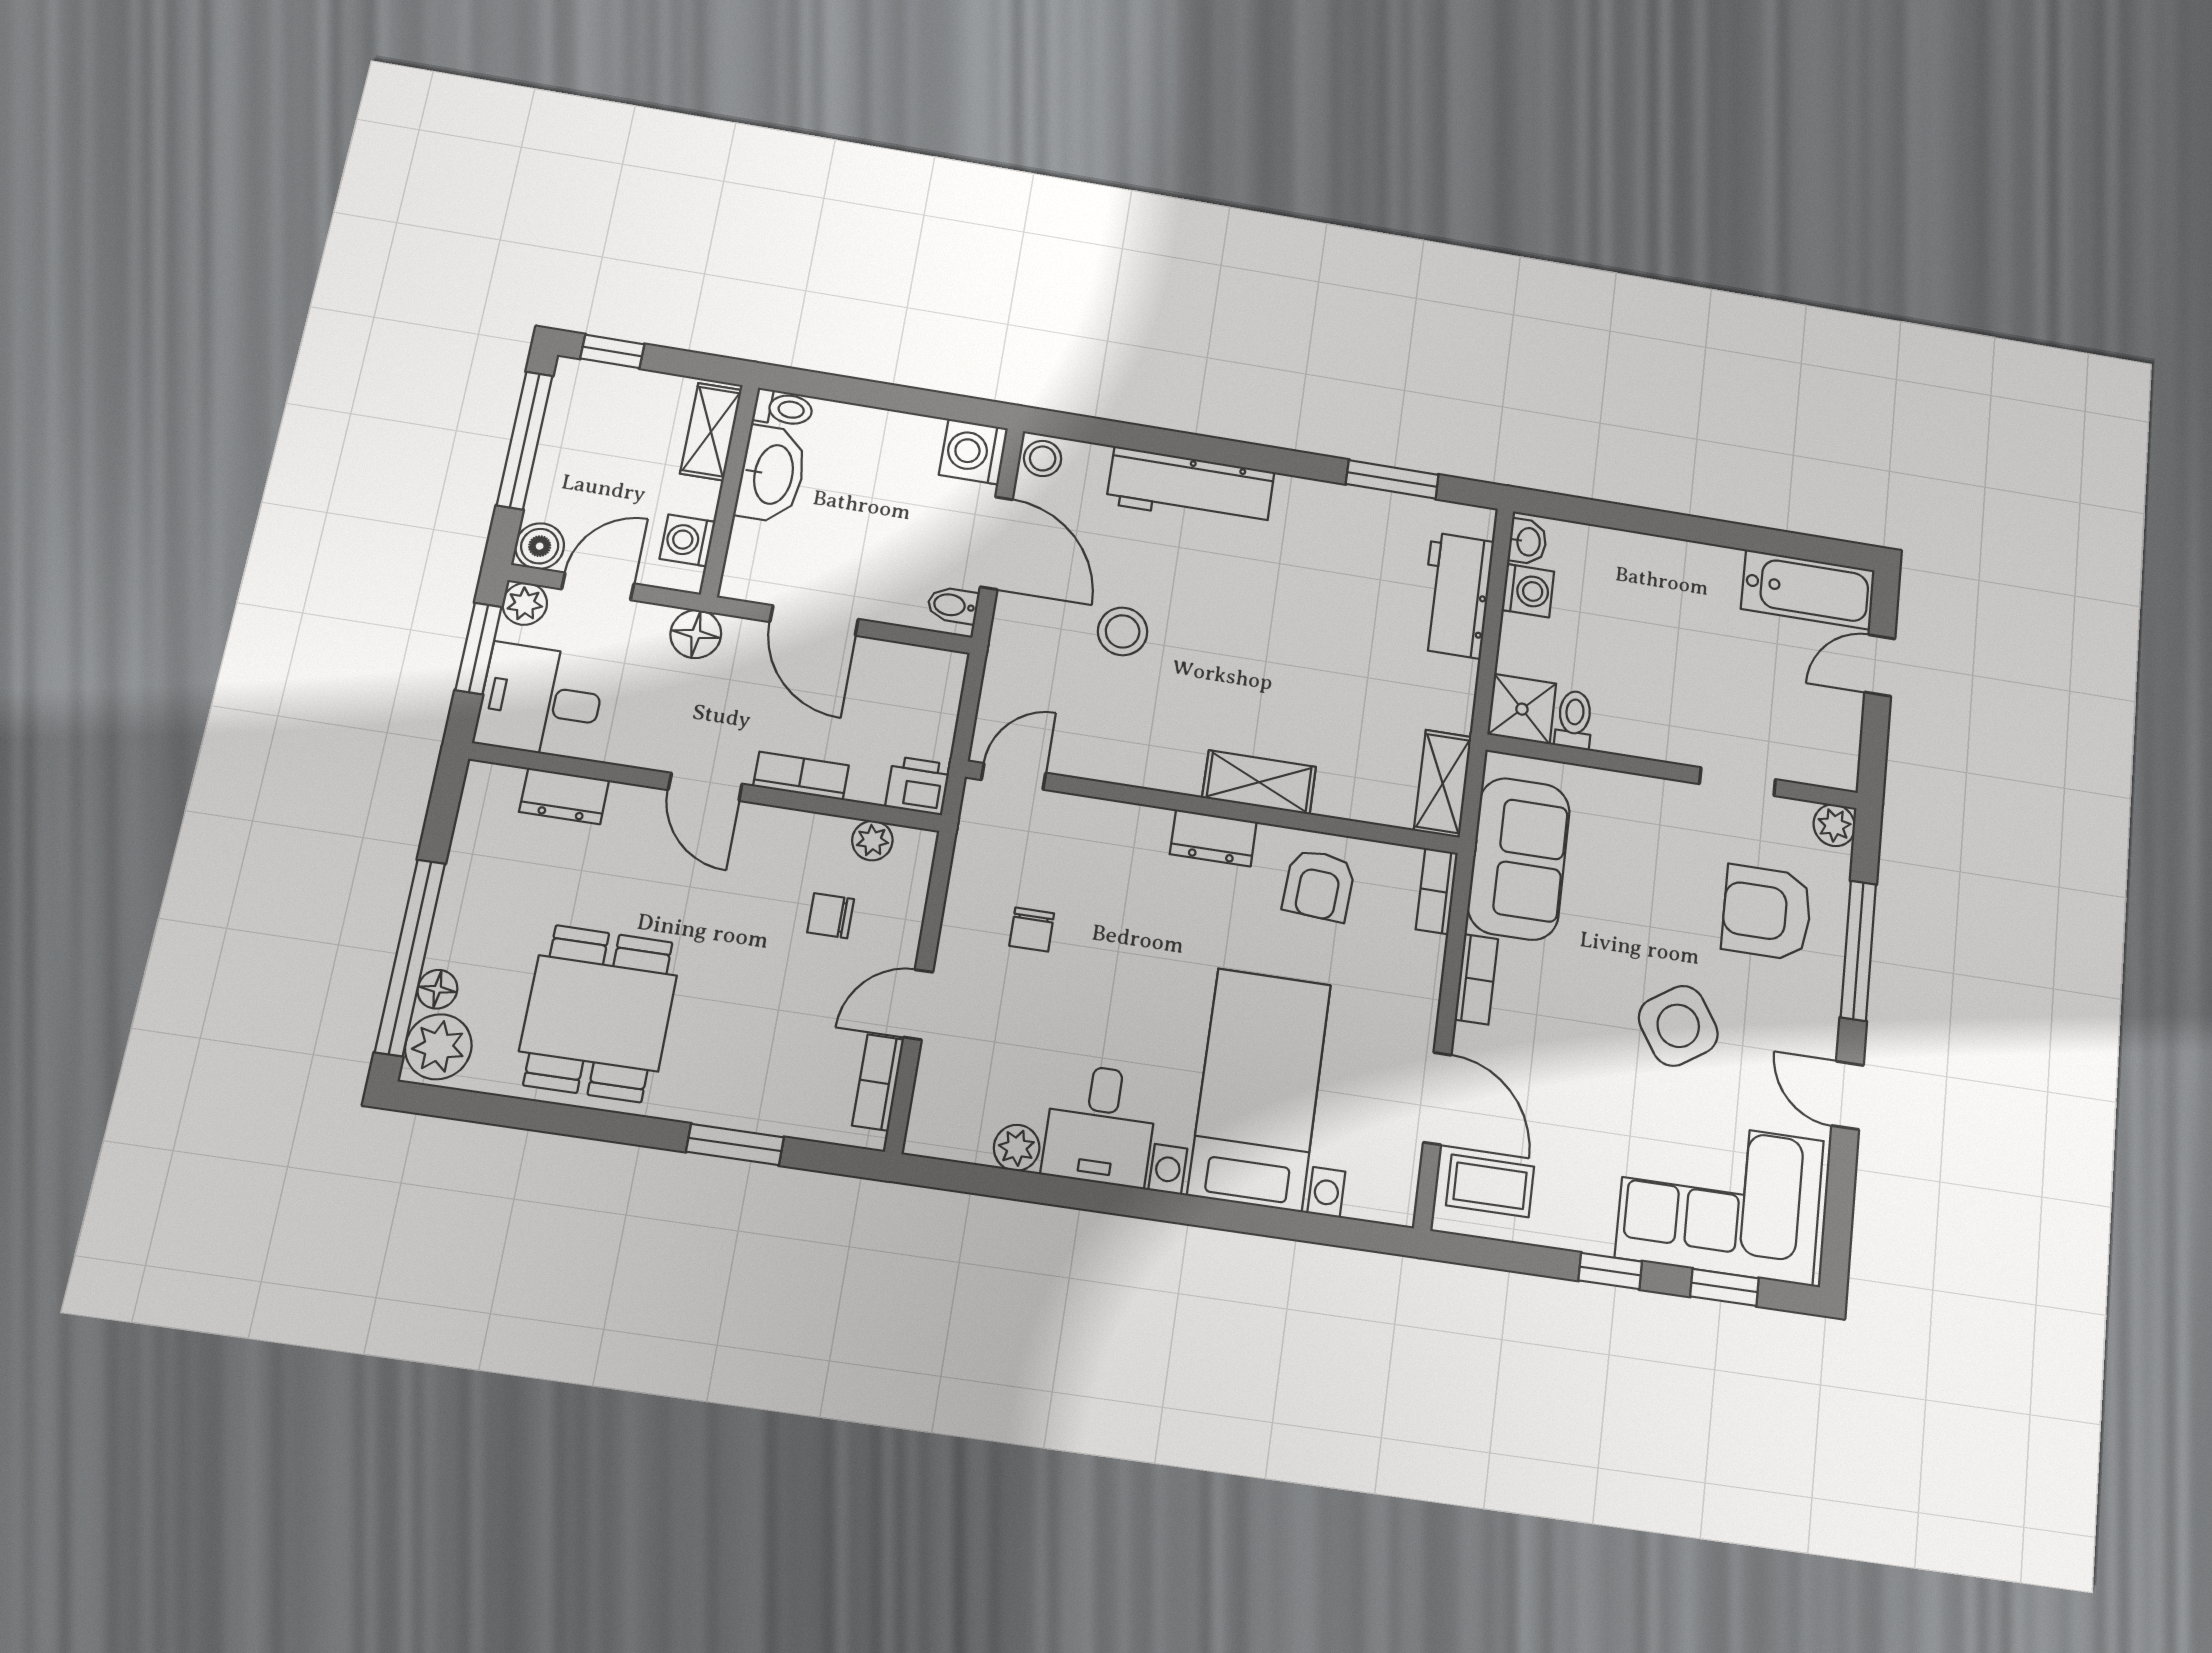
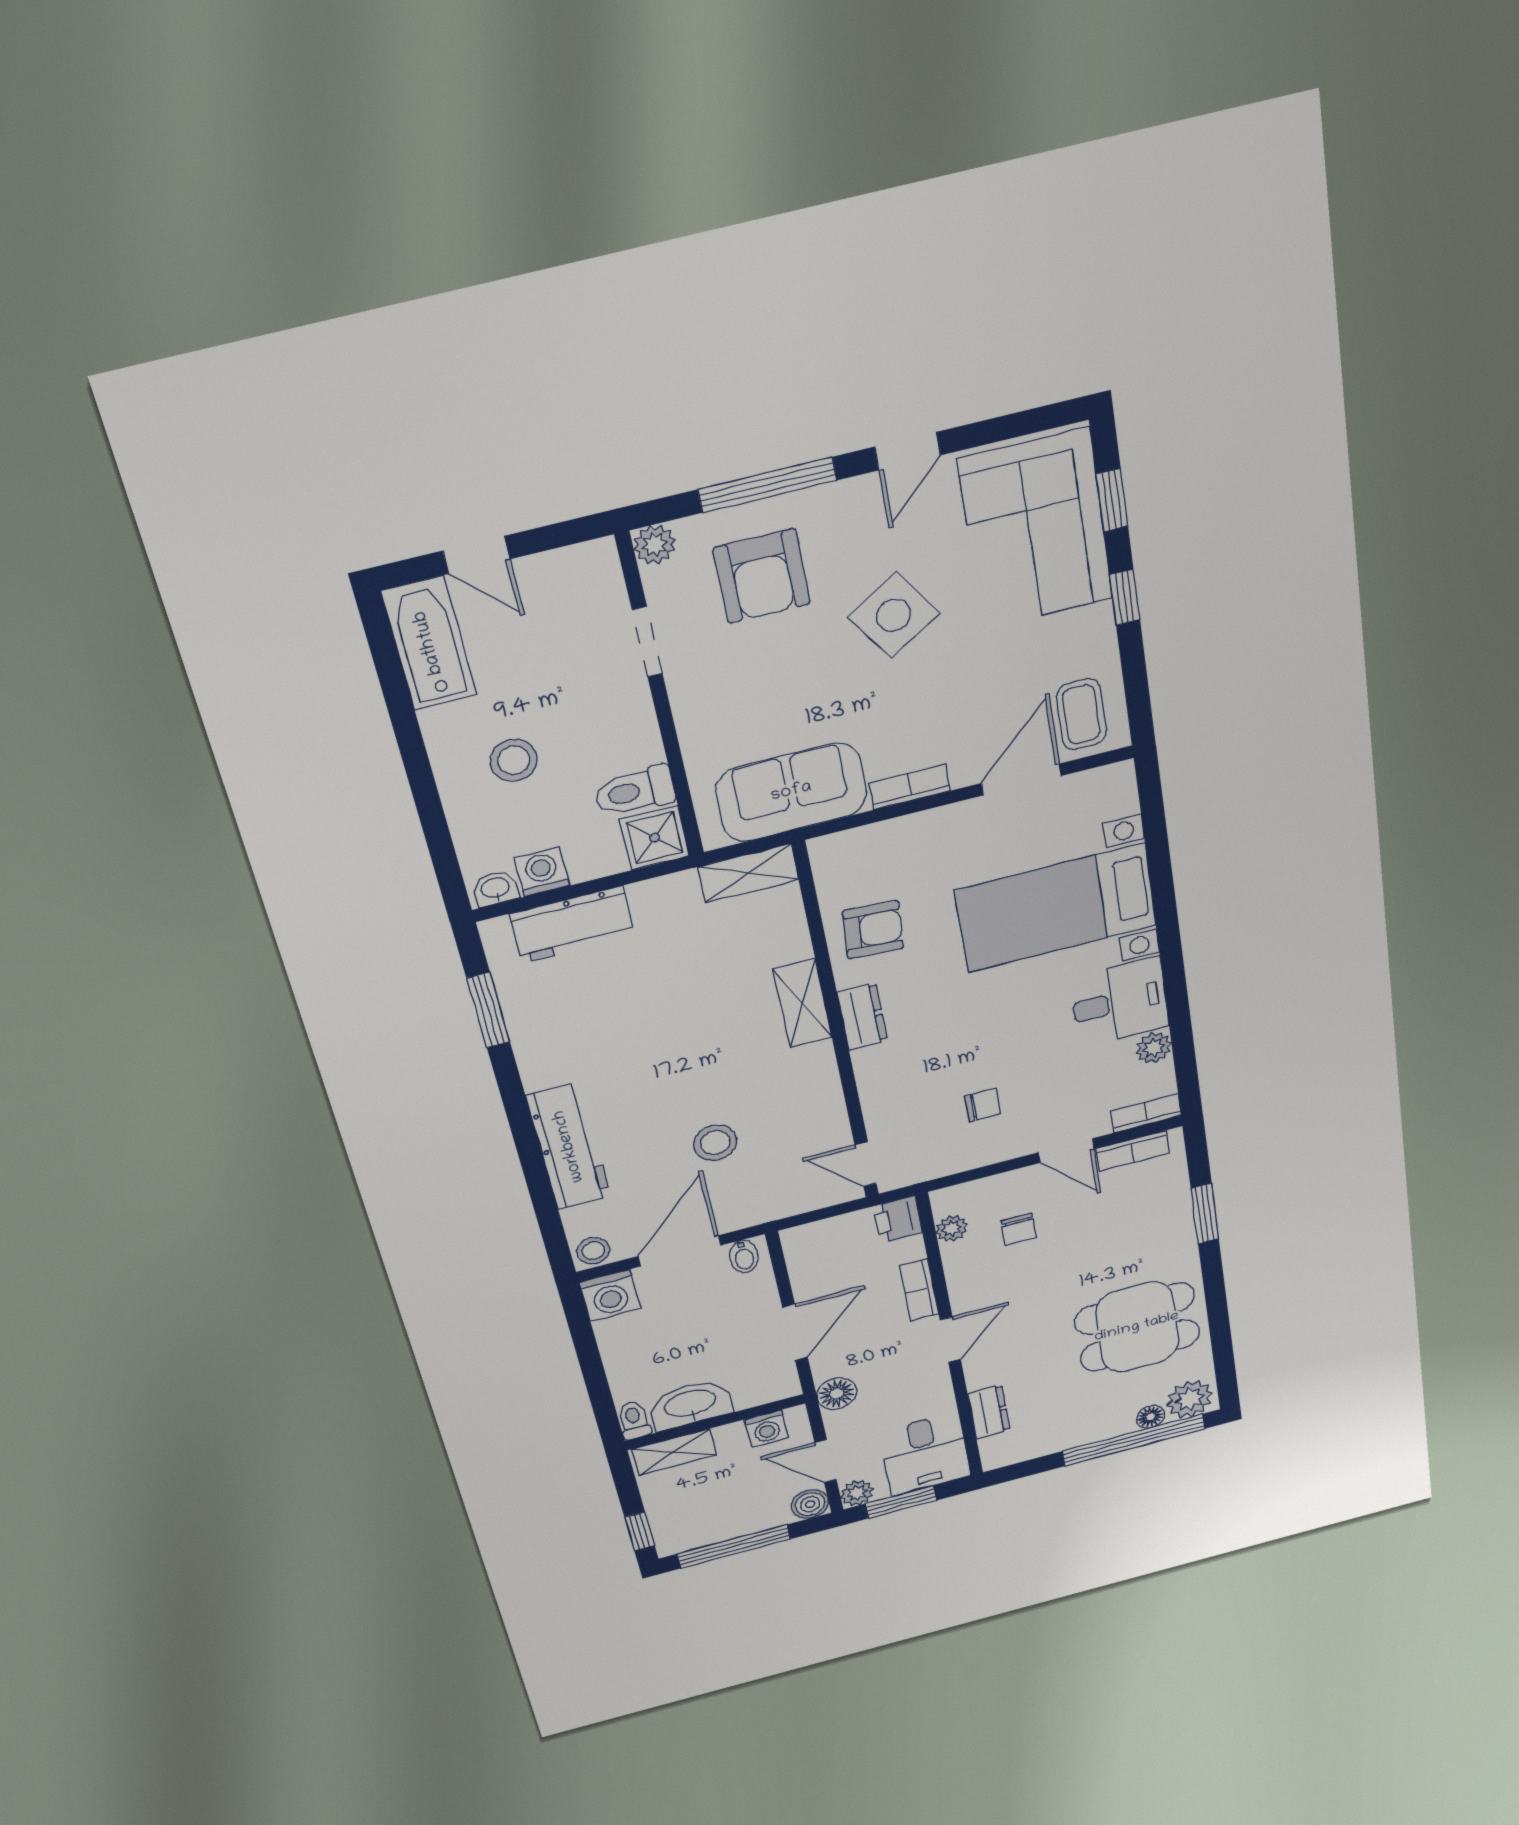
stool: (1660, 614) -> (514, 760), added
toilet: (1574, 720) -> (635, 791), width x1.37, depth x1.39
bookcase: (1437, 891) -> (1146, 1113), moved, turned 180

